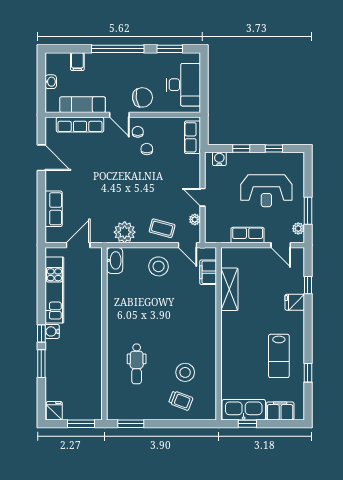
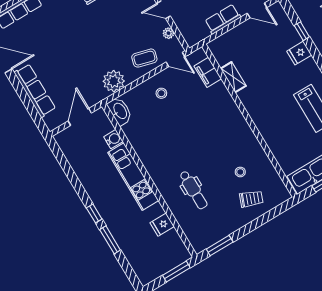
row of seats: (54, 209) -> (35, 91), width x1.48
stool: (159, 266) -> (161, 93), width x0.53, depth x0.53
shelving: (229, 289) -> (233, 77), width x0.67, depth x0.75
kitchen unit: (54, 290) -> (133, 177), moved, turned 180
water cooler: (52, 331) -> (113, 139), moved, turned 180
stool: (185, 372) -> (240, 172), width x0.53, depth x0.53
fridge: (54, 411) -> (162, 225), moved, turned -90

